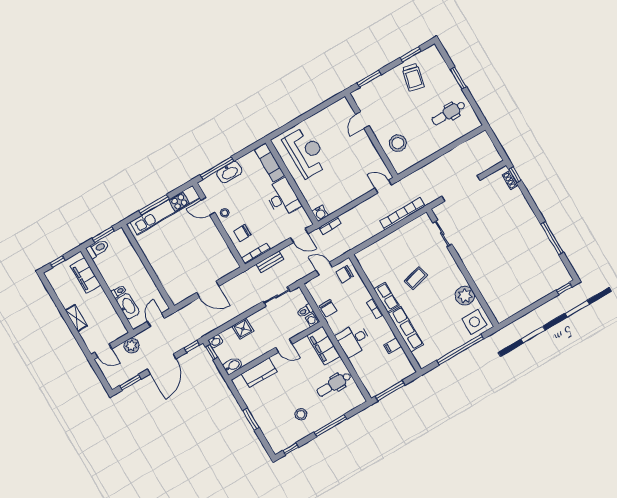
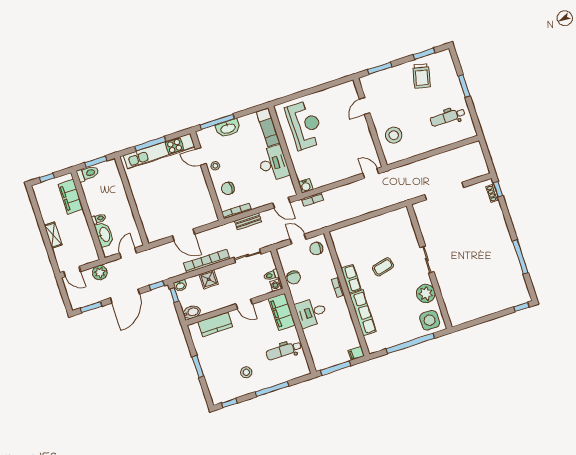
bookcase: (402, 214) -> (207, 261), moved
sliding door: (442, 233) -> (427, 260), moved
filing cabinet: (393, 346) -> (356, 353), moved

